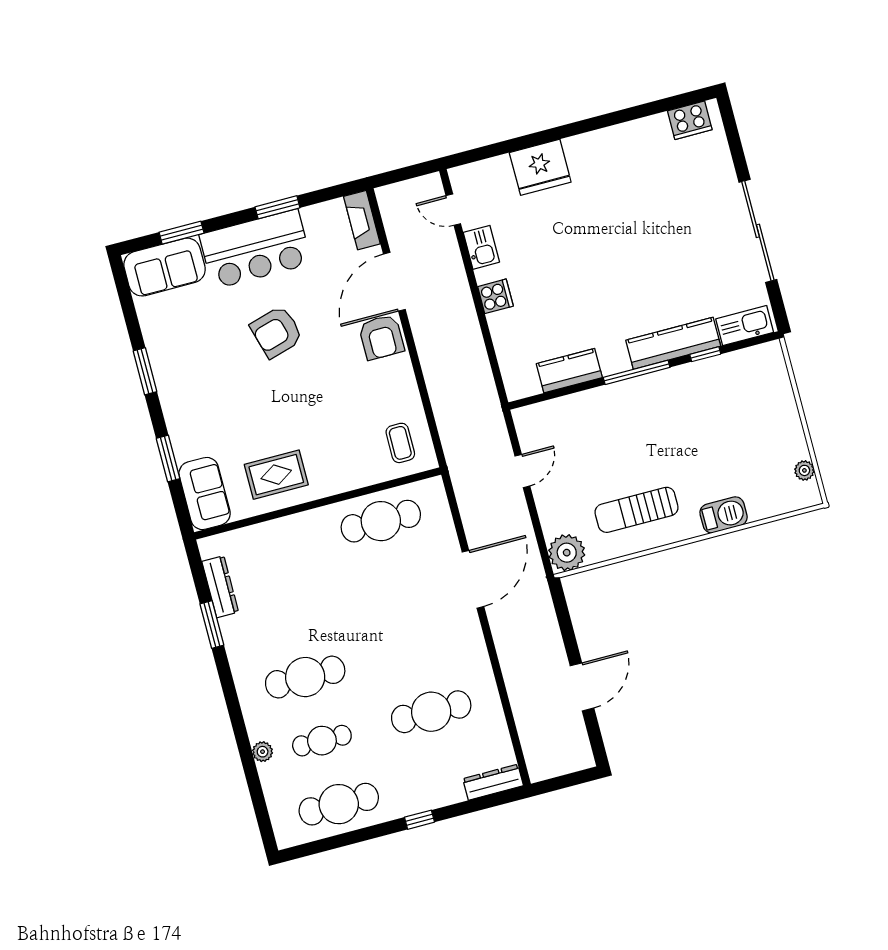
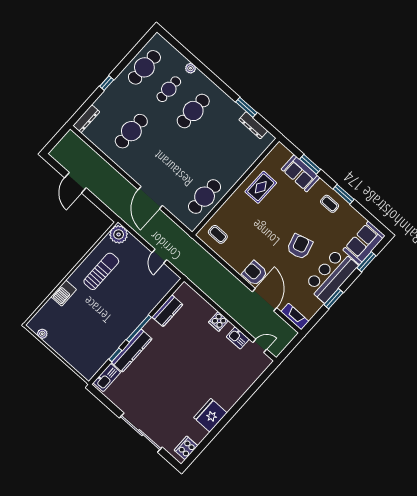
fridge: (540, 167) -> (210, 415), moved
sliding door: (758, 231) -> (141, 433), moved
coffee table: (179, 371) -> (330, 204), added
sofa: (205, 493) -> (301, 173), moved

